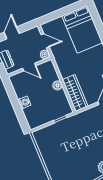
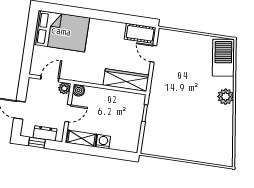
boiler: (57, 85) -> (79, 90), moved
shelving: (18, 86) -> (82, 138), added

